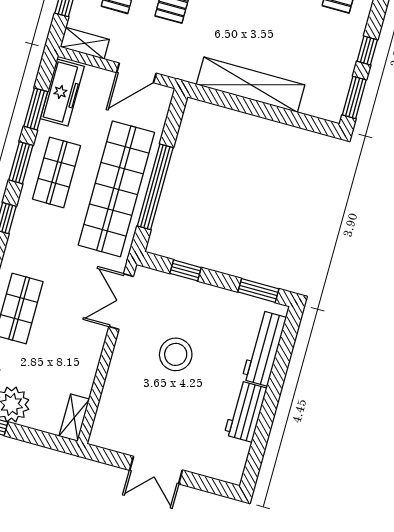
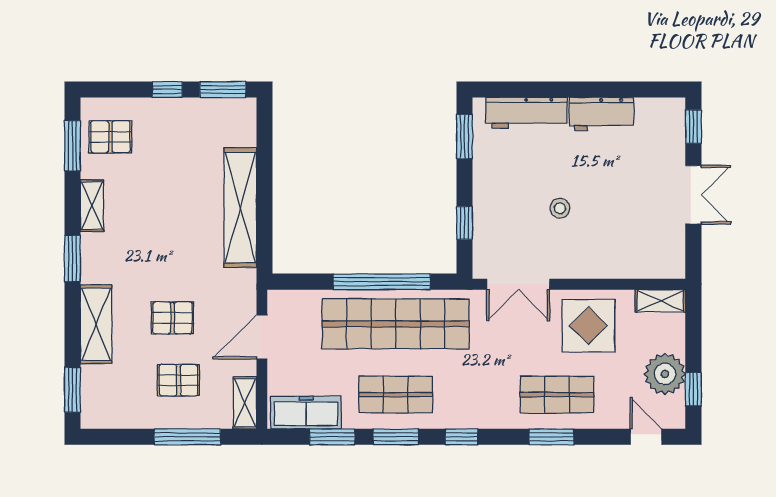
door: (136, 73) -> (262, 337), swing flipped
display table: (70, 351) -> (589, 326), added
stool: (176, 354) -> (560, 208), width x0.53, depth x0.53
window: (214, 486) -> (693, 127), added

